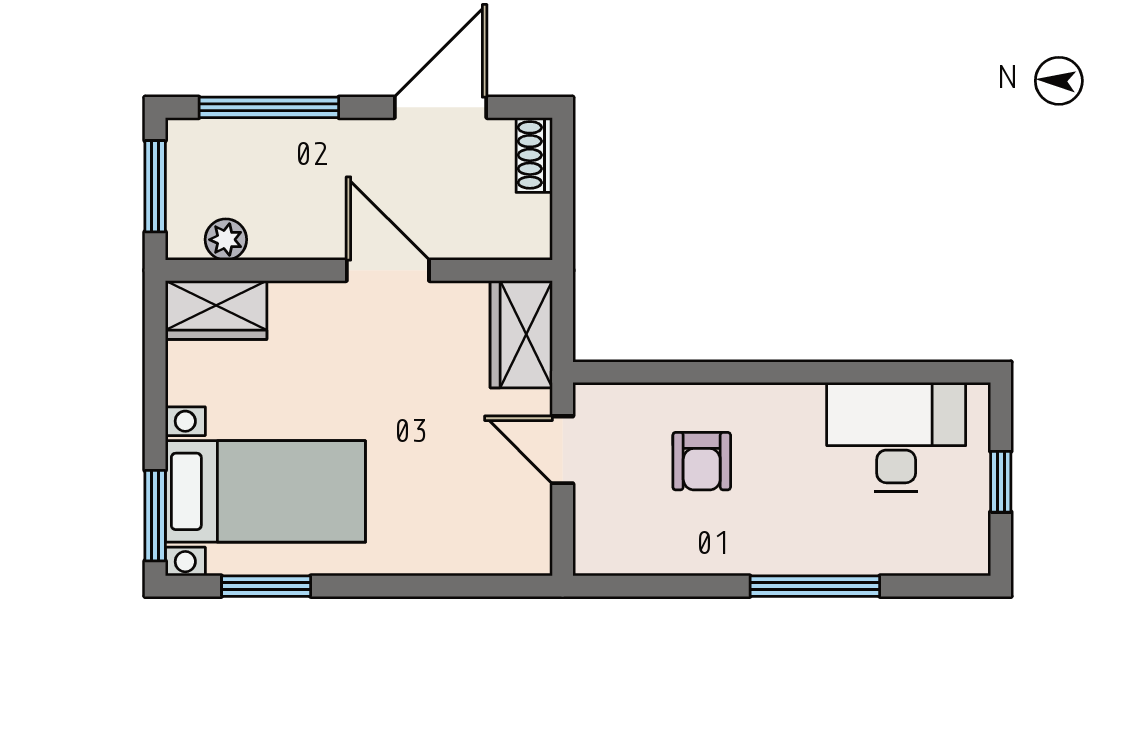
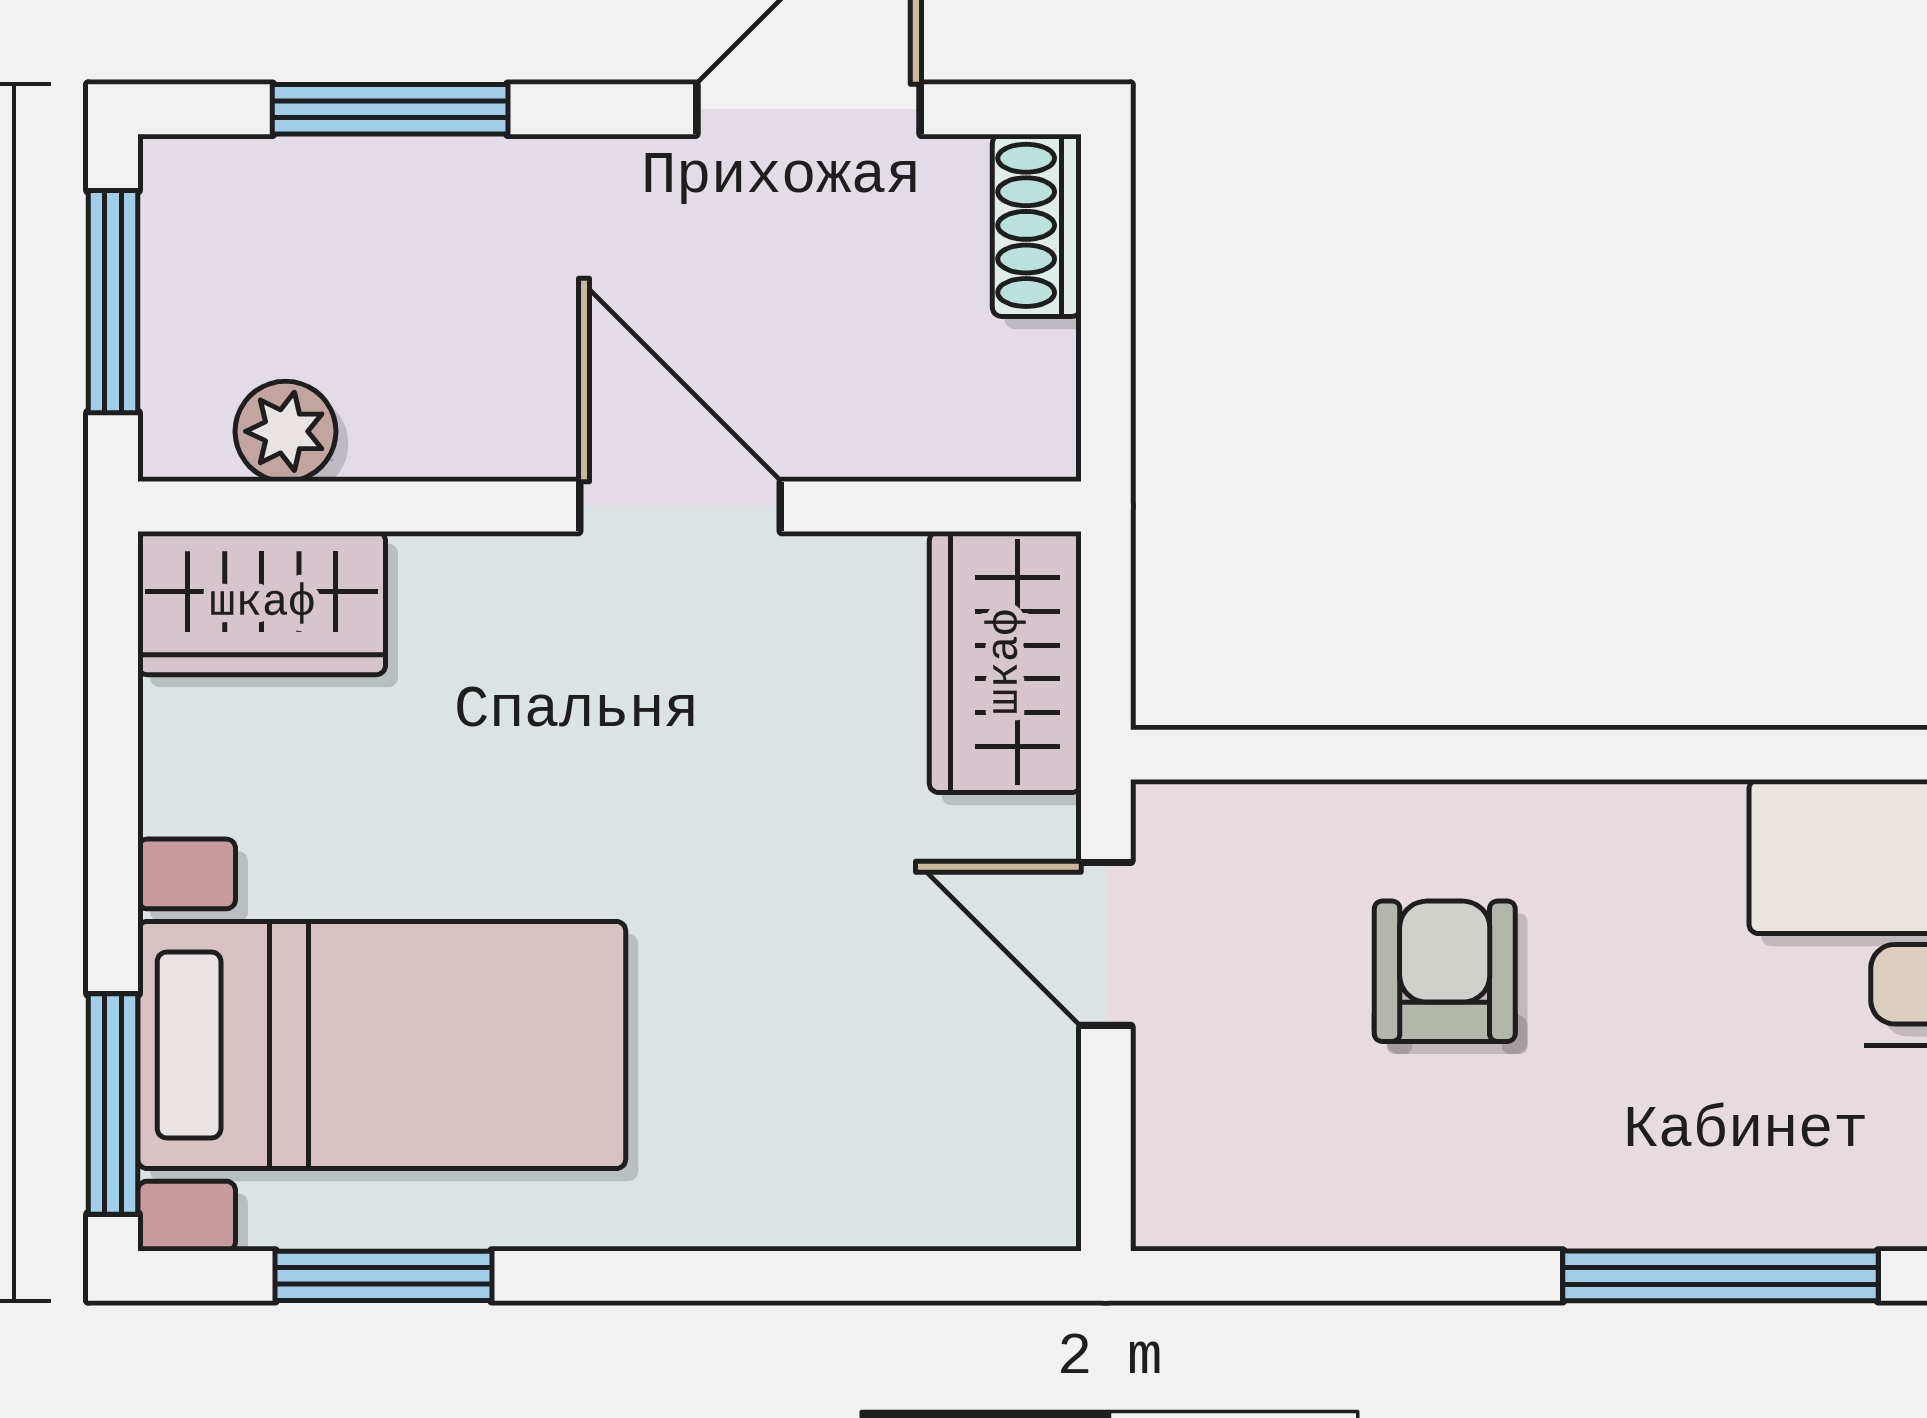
window: (269, 107) -> (390, 109), width x0.69
armchair: (702, 461) -> (1445, 971), turned 180

